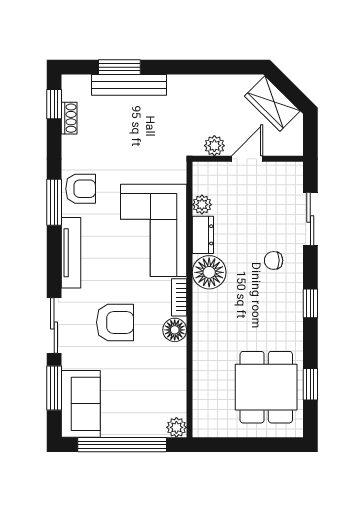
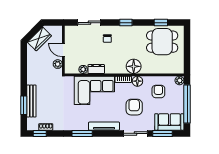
armchair: (81, 189) -> (158, 91), moved
floor lamp: (209, 272) -> (134, 66), moved

